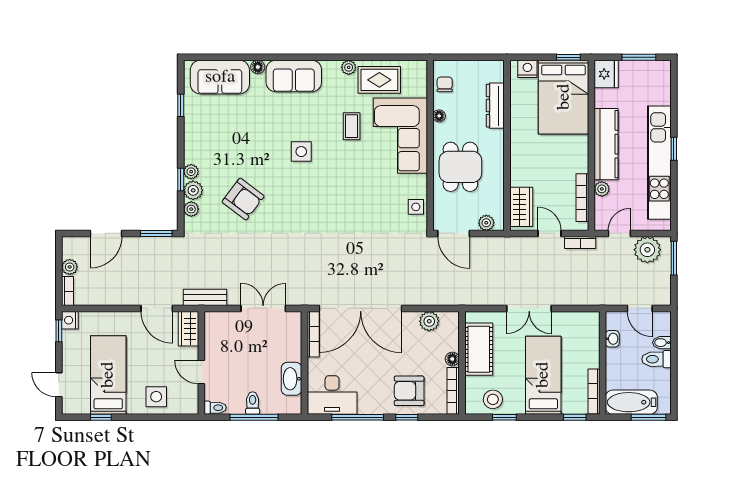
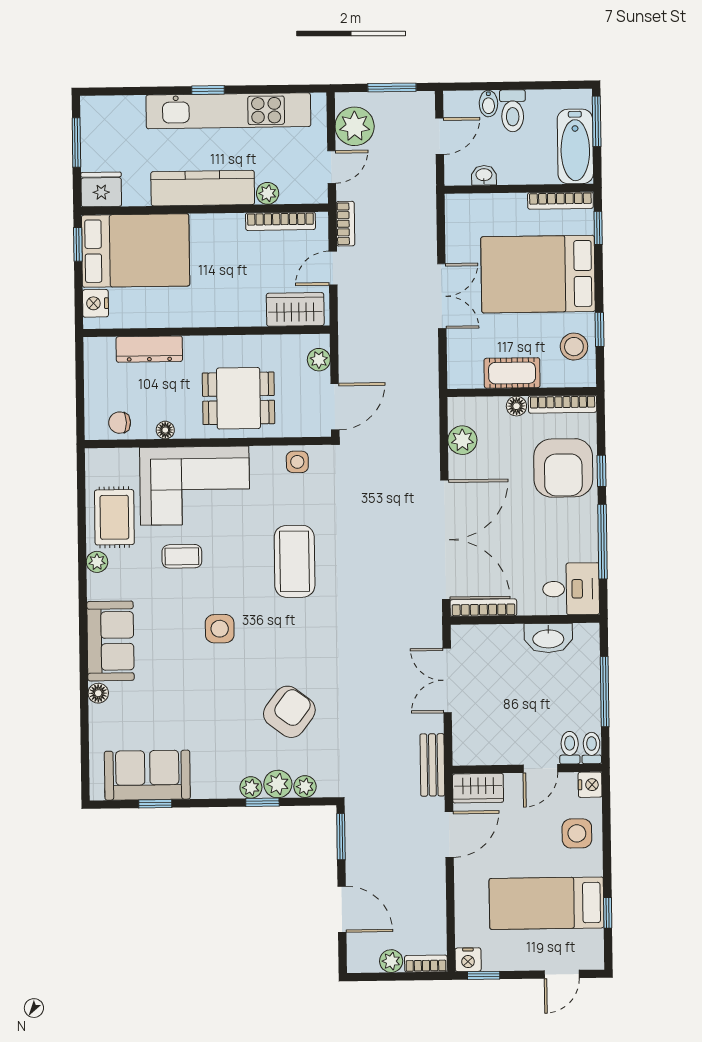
sofa: (220, 77) -> (147, 775), moved, turned -90
coffee table: (347, 204) -> (295, 561), added
door: (619, 233) -> (332, 167), swing flipped
window: (674, 258) -> (392, 87), moved
cot: (479, 349) -> (512, 373), width x0.73, depth x0.75
bed: (543, 375) -> (538, 274), width x1.50
armchair: (409, 391) -> (563, 468), width x1.36, depth x1.36
desk: (332, 395) -> (571, 589), width x0.73
toilet: (253, 403) -> (570, 748), moved, turned 90
nightstand: (190, 406) -> (590, 785), added

